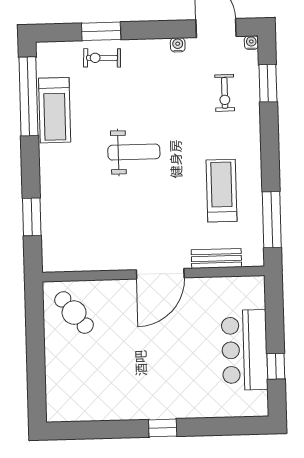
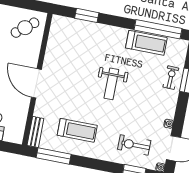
exercise bike: (225, 93) -> (134, 145), width x1.38, depth x1.39
treadmill: (55, 110) -> (146, 43), turned 180
bench: (216, 258) -> (35, 132), moved

